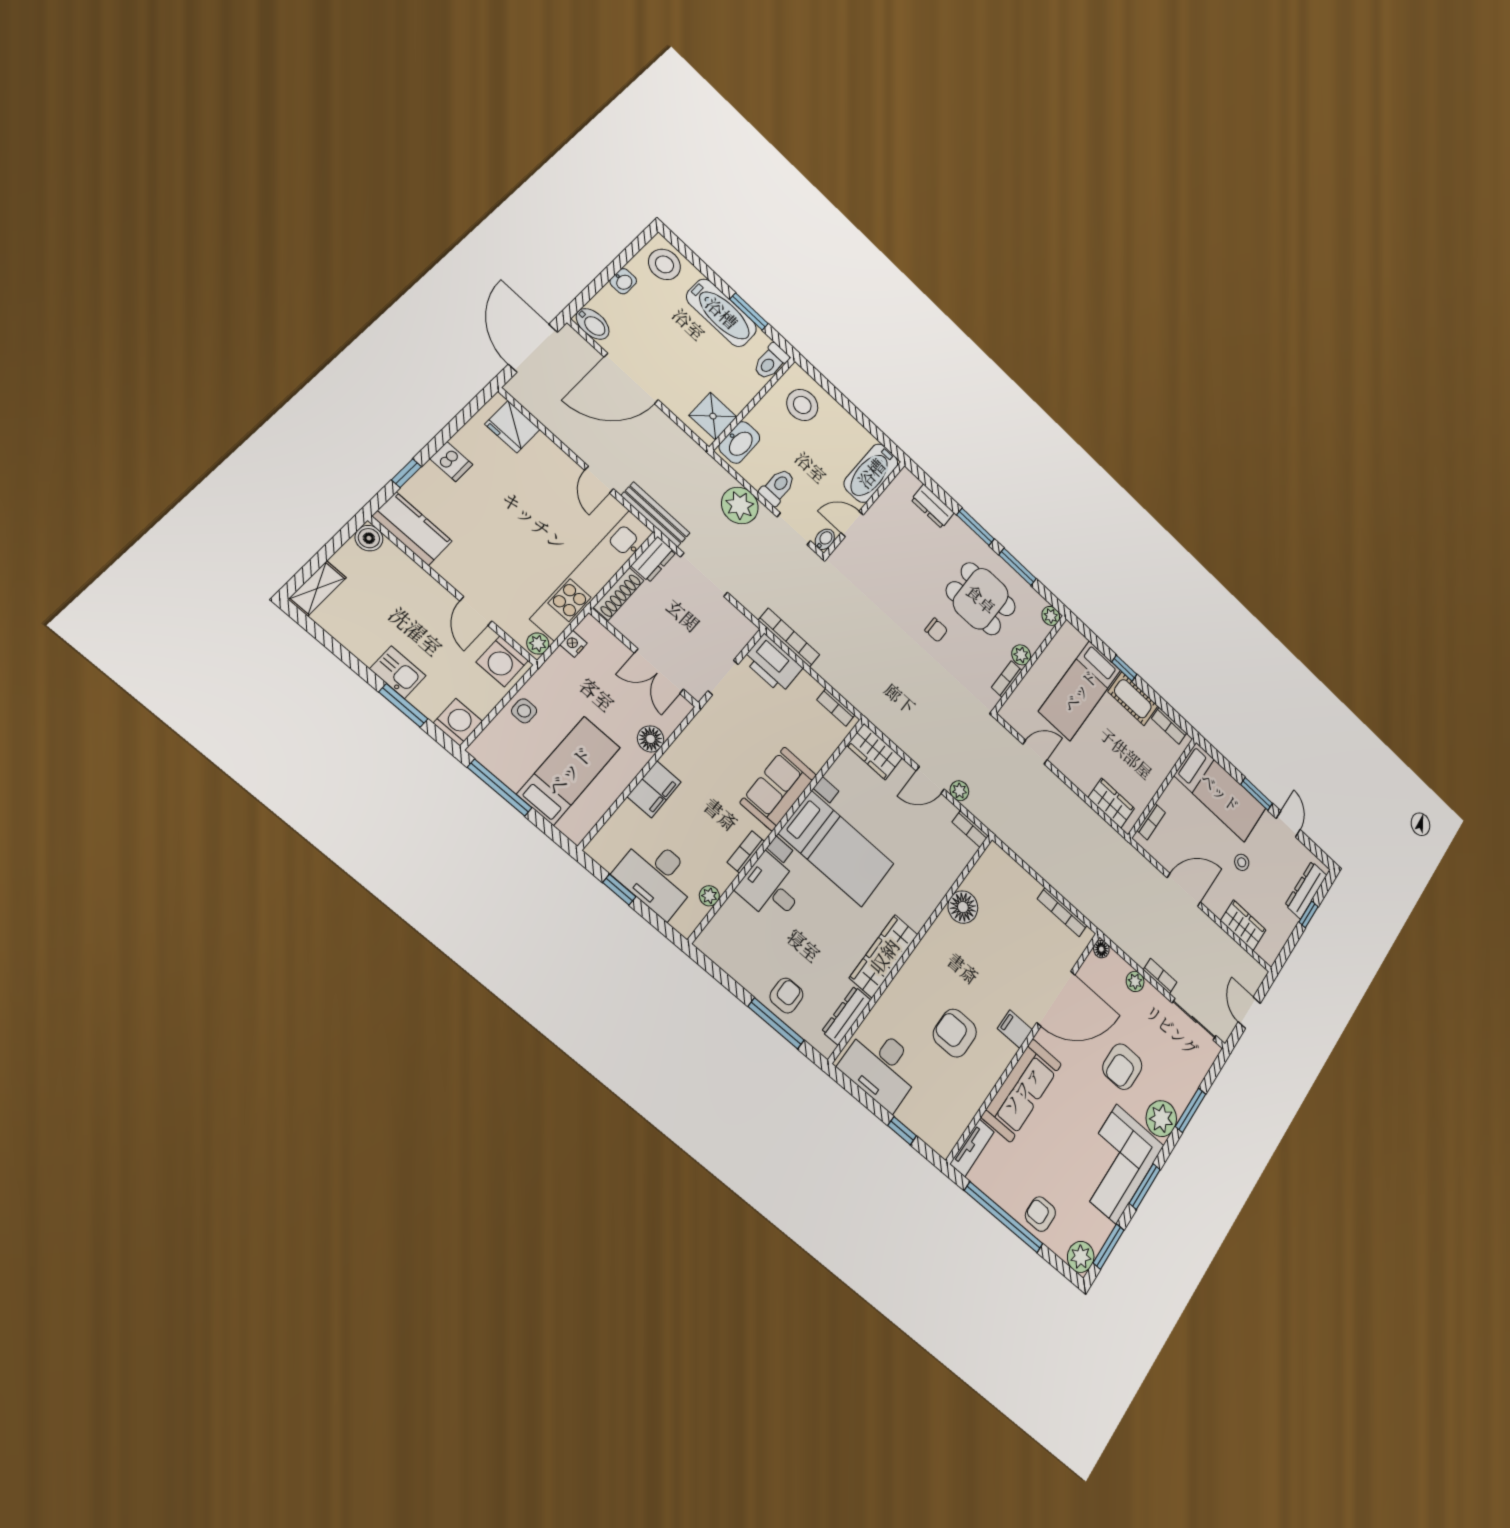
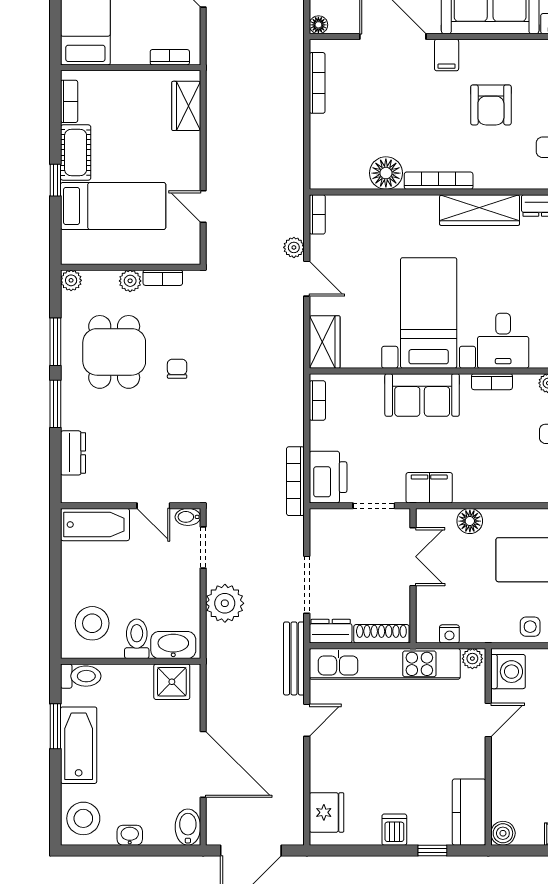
toilet: (778, 487) -> (137, 639), moved, turned 90
filing cabinet: (654, 789) -> (429, 488), moved
bookcase: (928, 943) -> (439, 181), added

